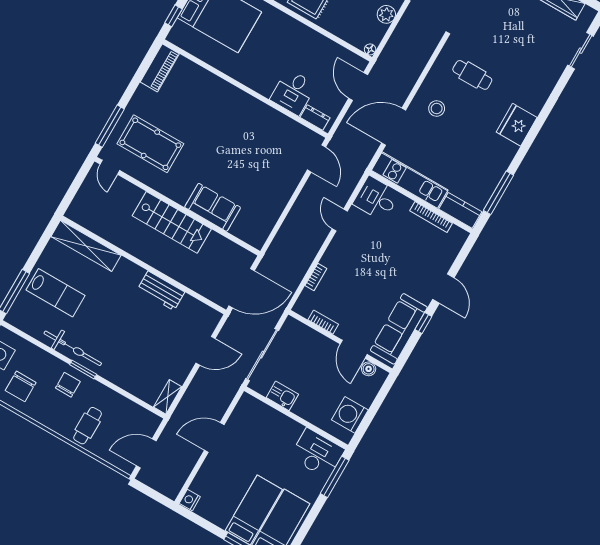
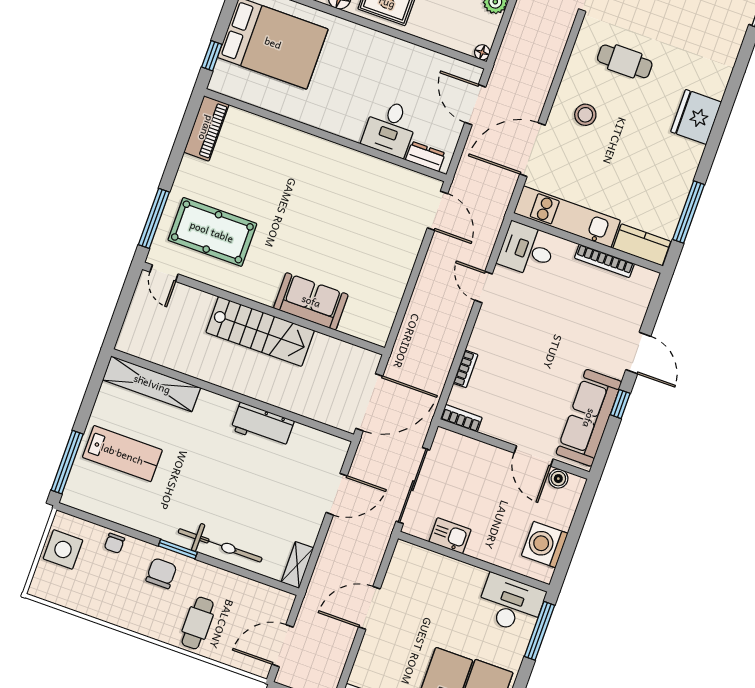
bookcase: (323, 322) -> (461, 418), moved
bicycle: (73, 348) -> (220, 545), moved
chair: (21, 386) -> (114, 543), moved, width x0.54, depth x0.54

